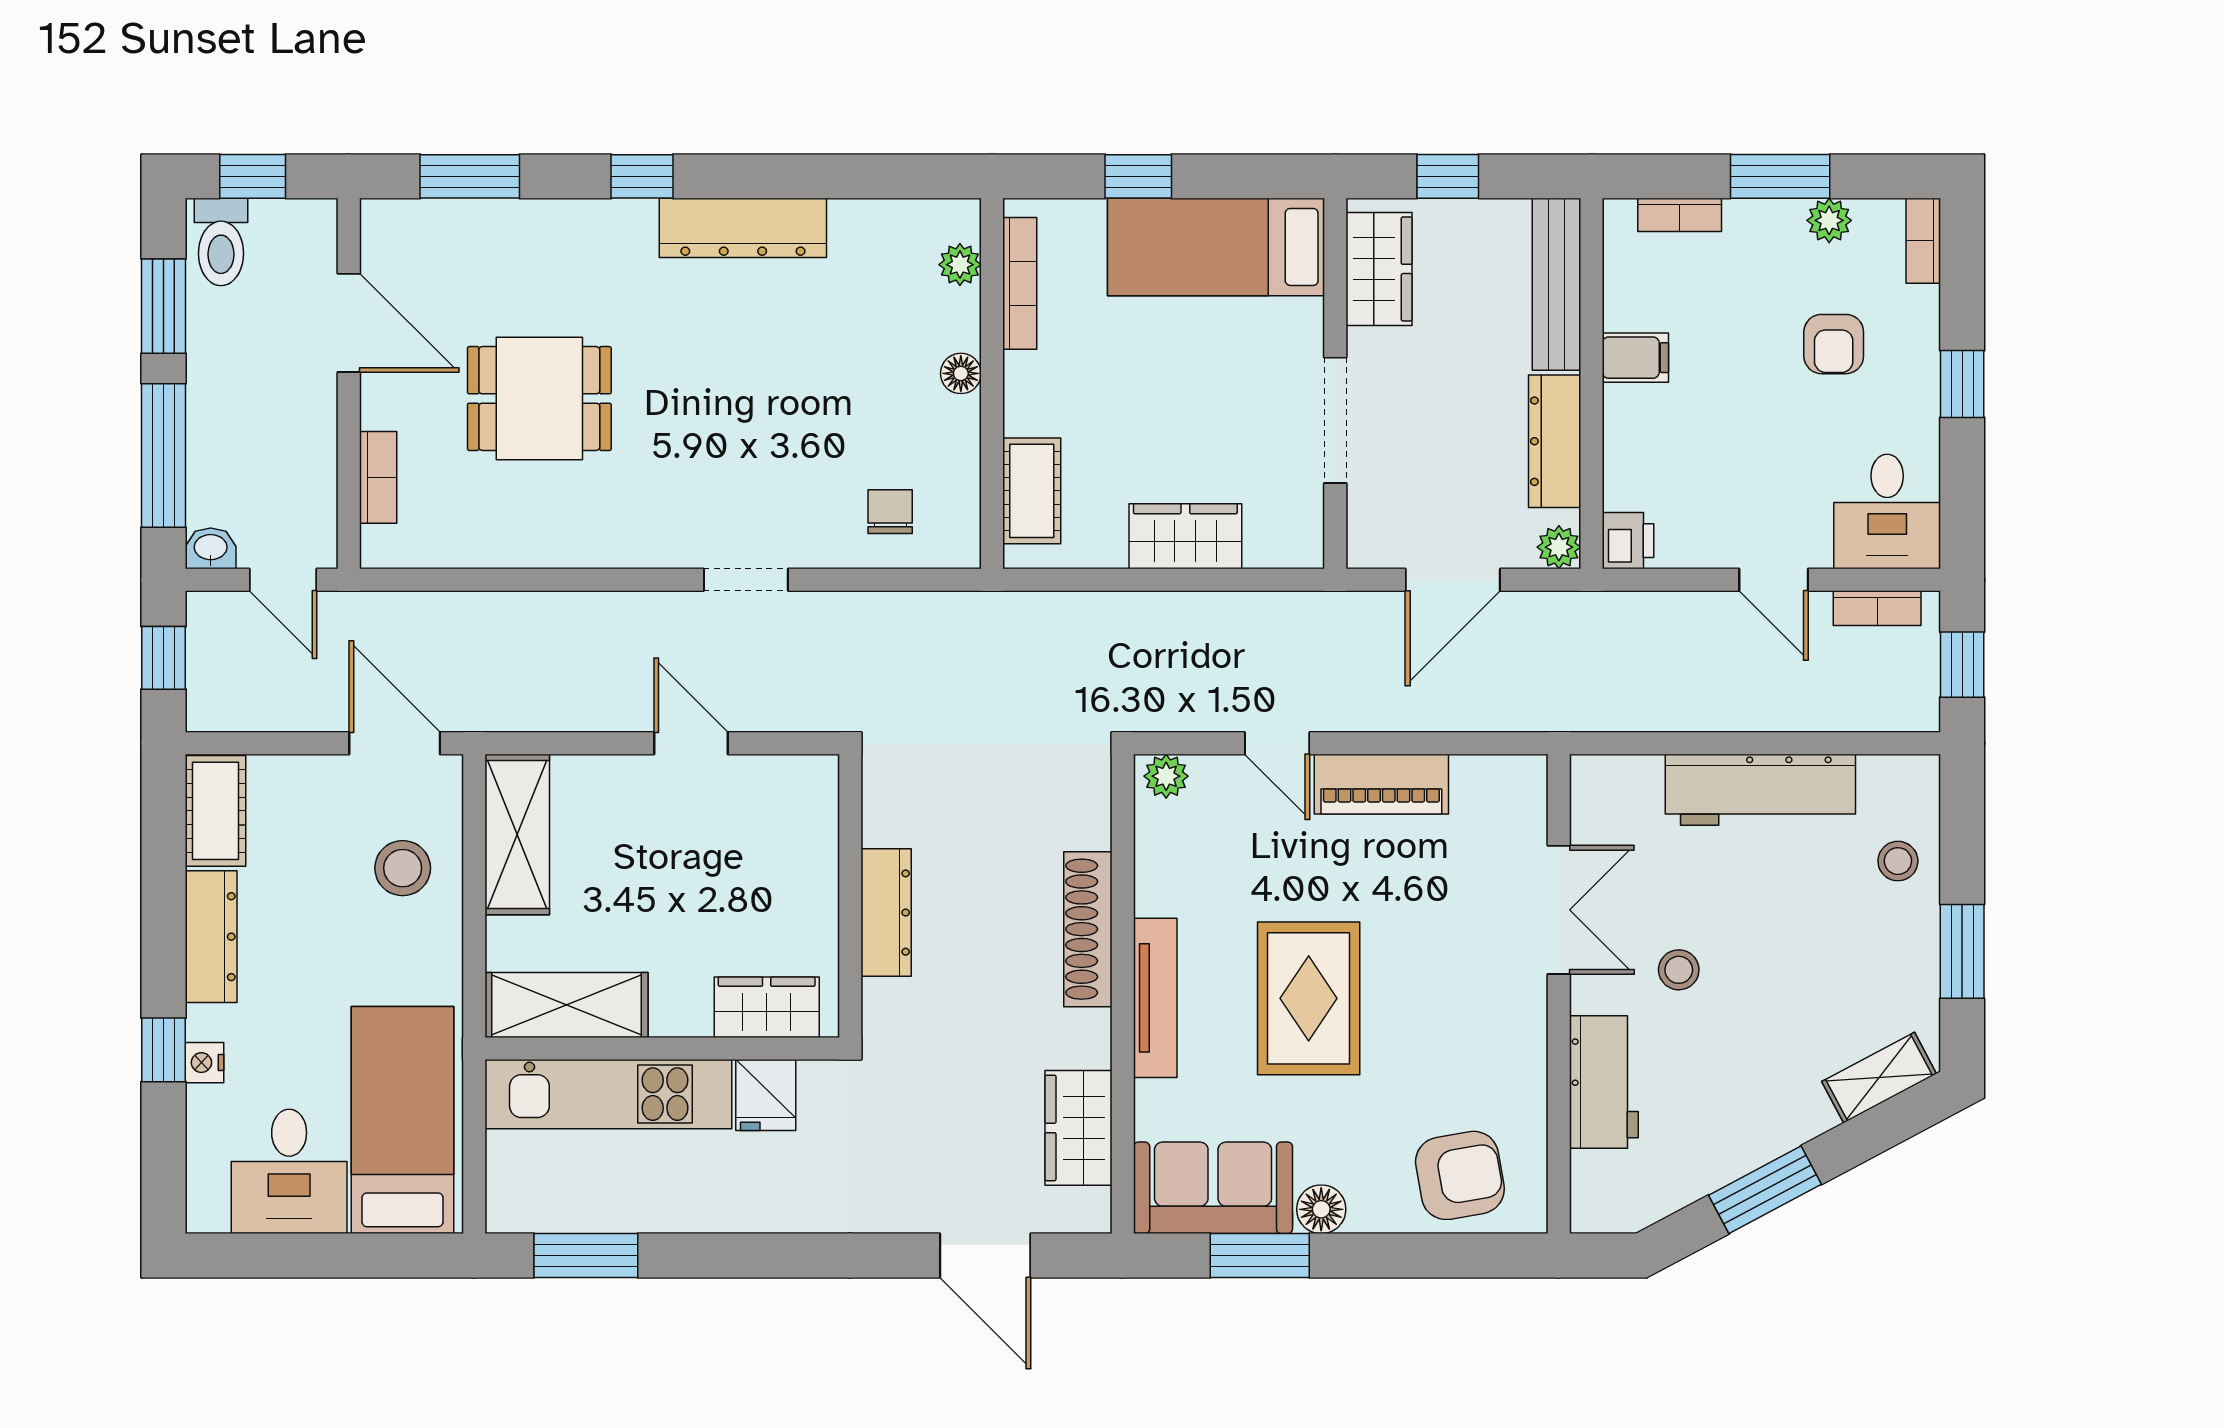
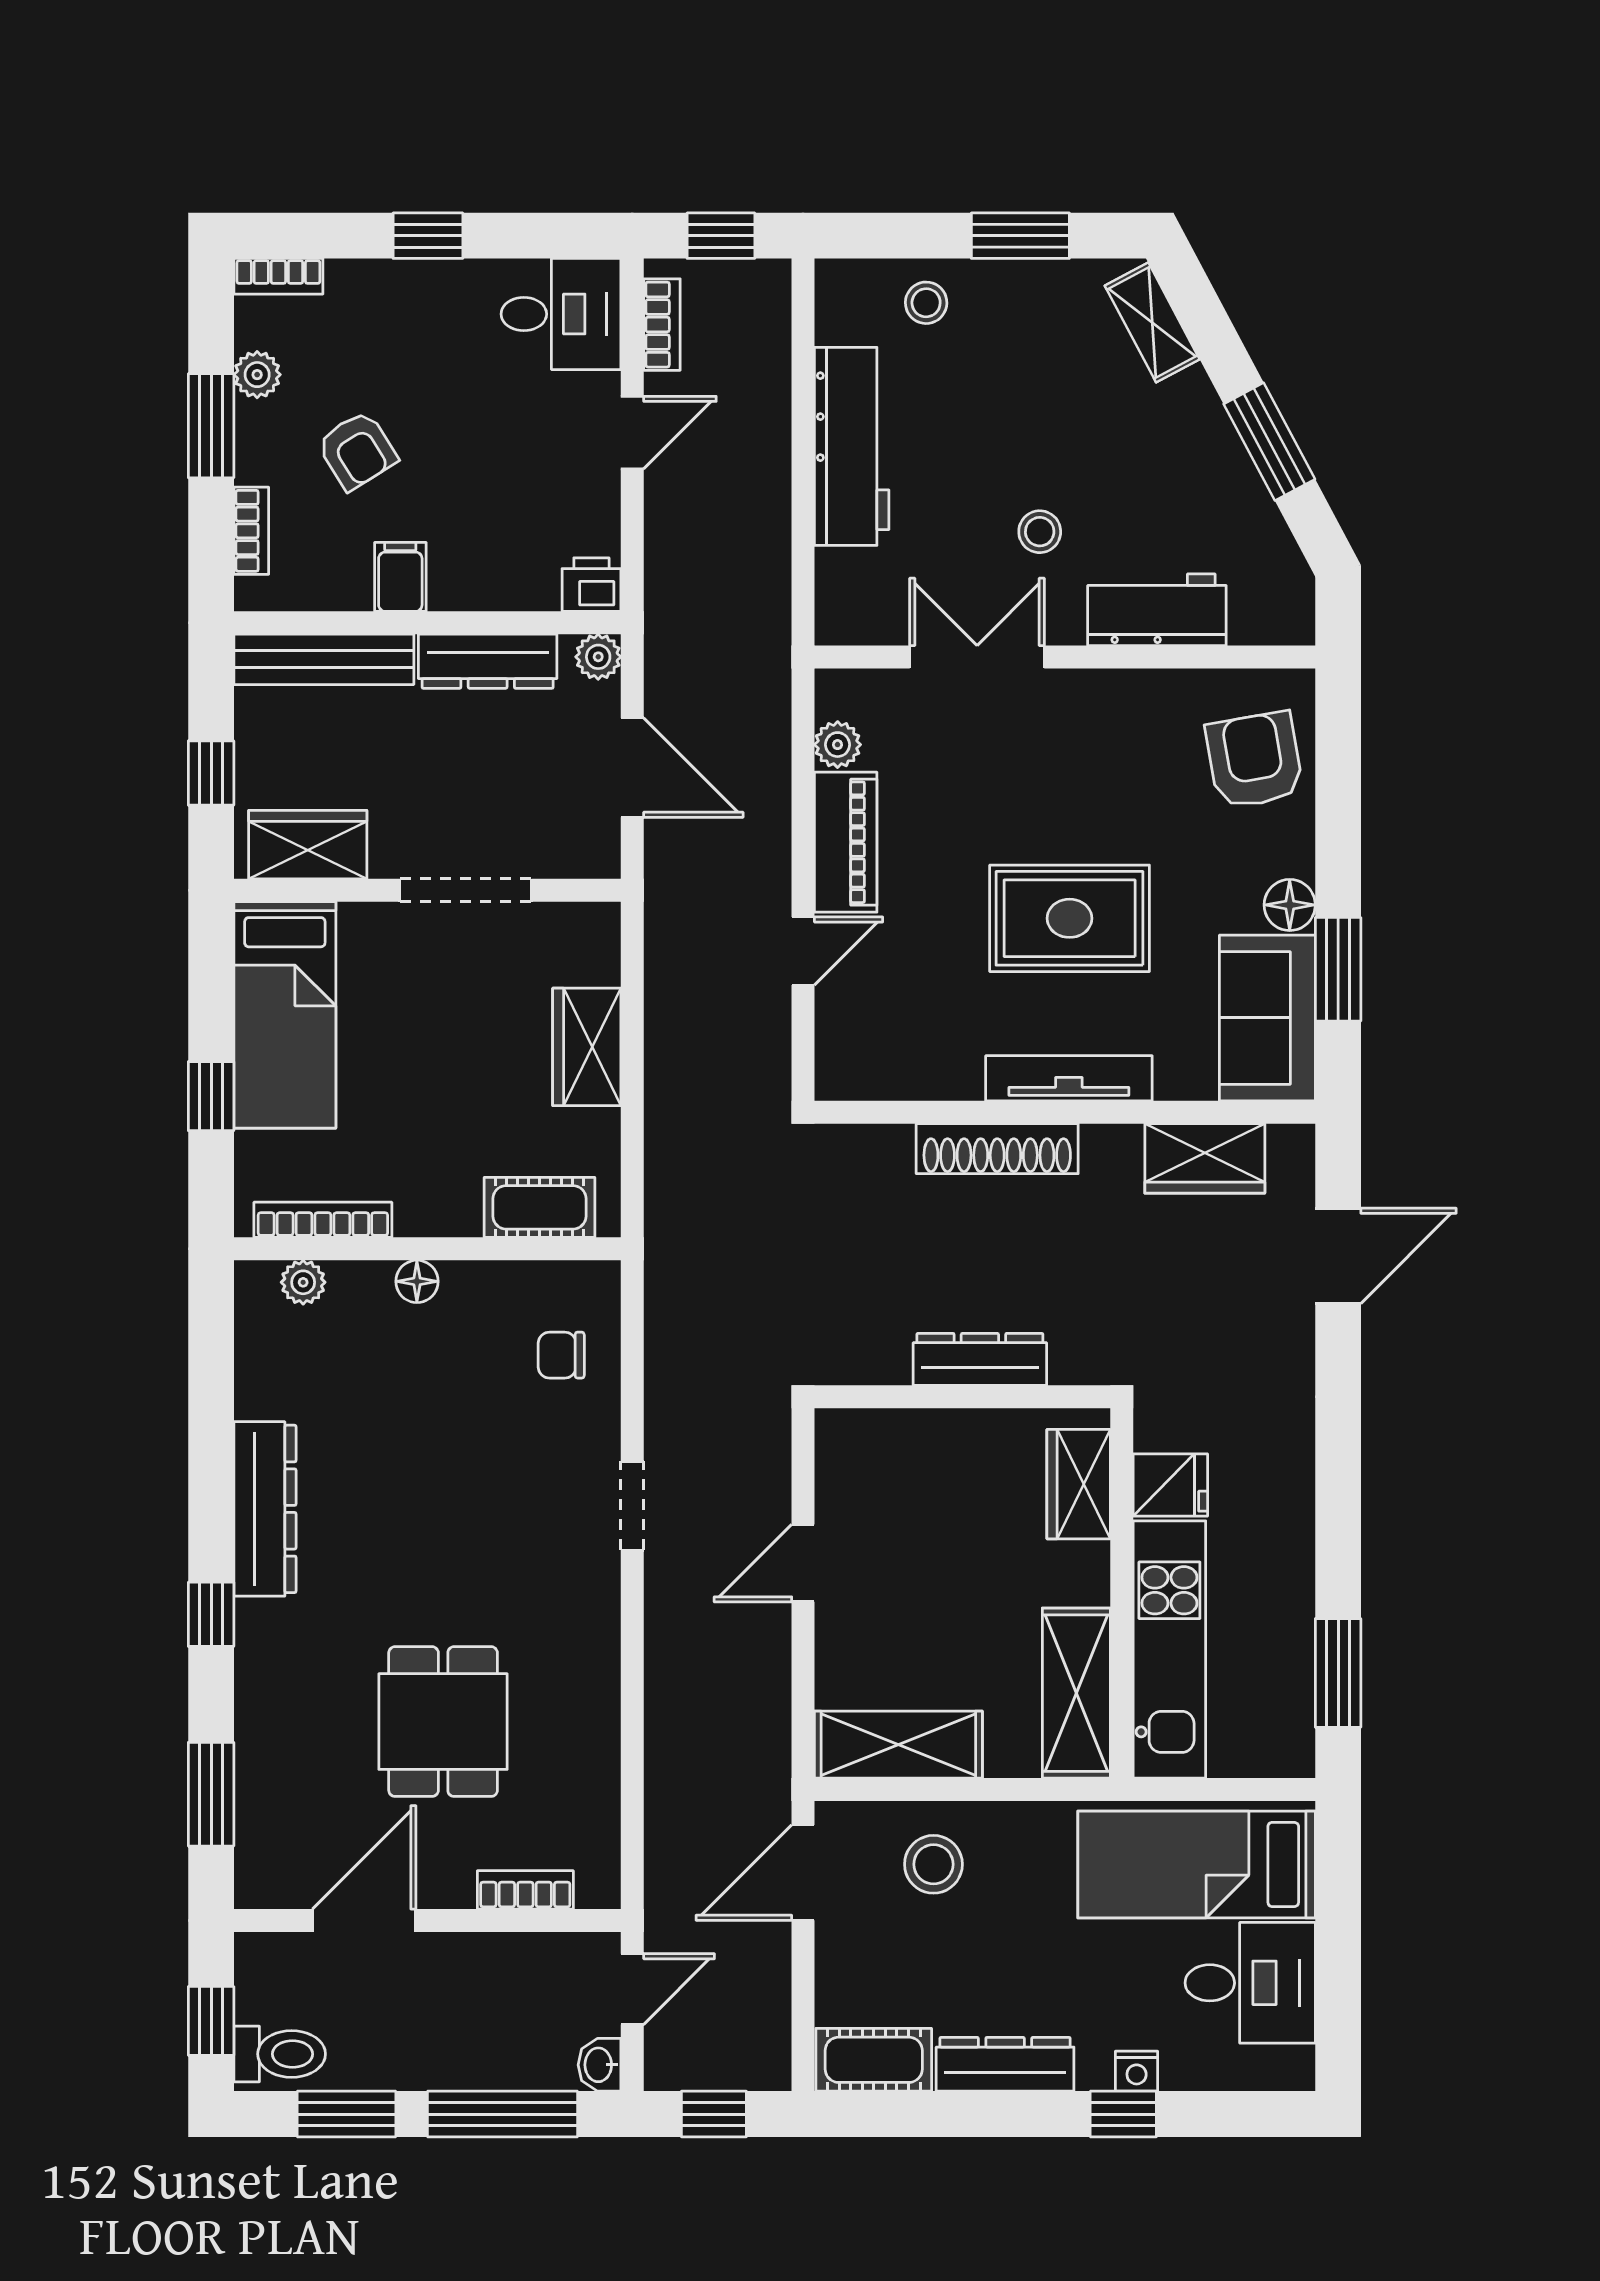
armchair: (1834, 344) -> (357, 450), moved, turned 58
plant: (1166, 776) -> (838, 745), moved

